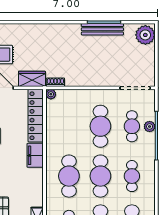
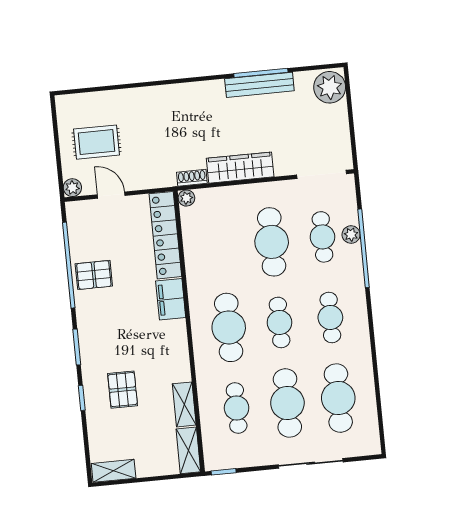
wardrobe: (32, 79) -> (240, 168), moved, width x1.50
cafe table: (100, 176) -> (280, 322), width x0.73, depth x0.74

